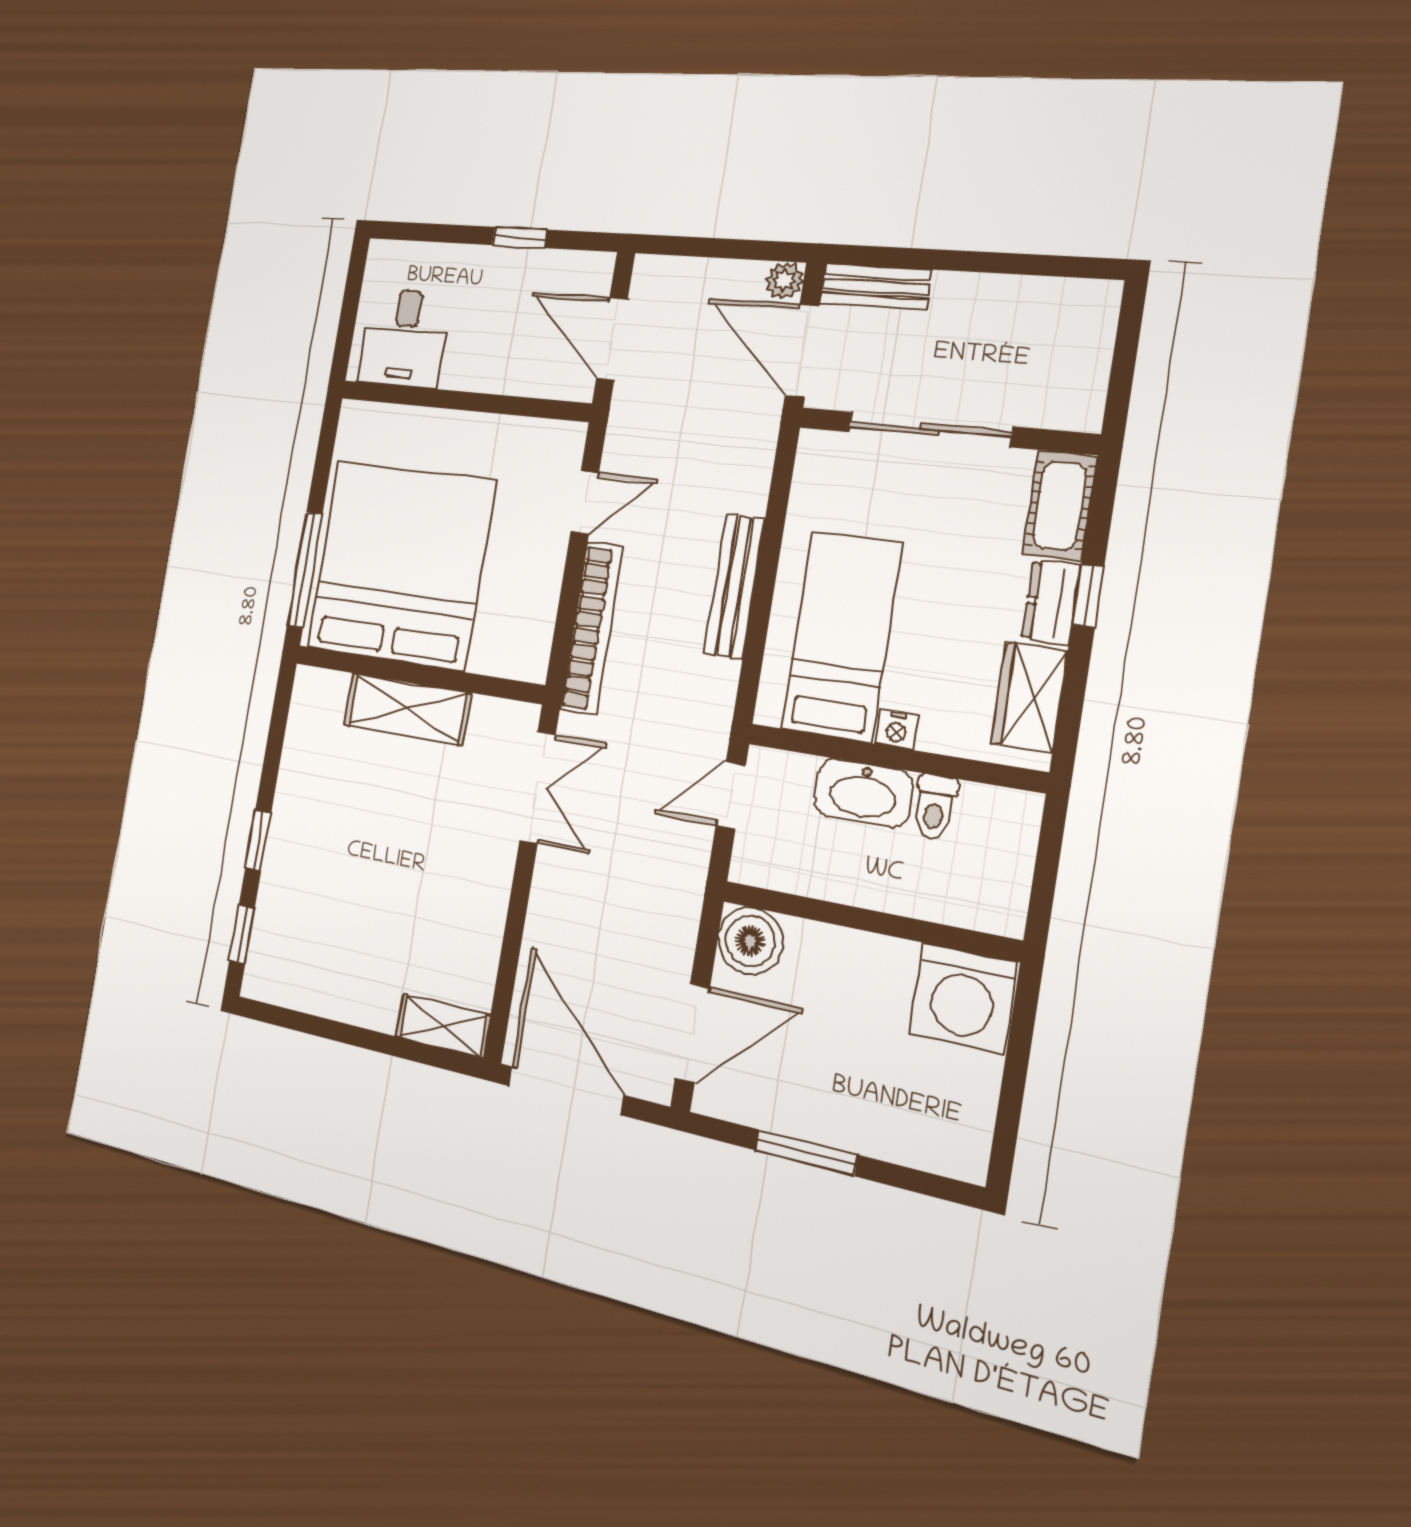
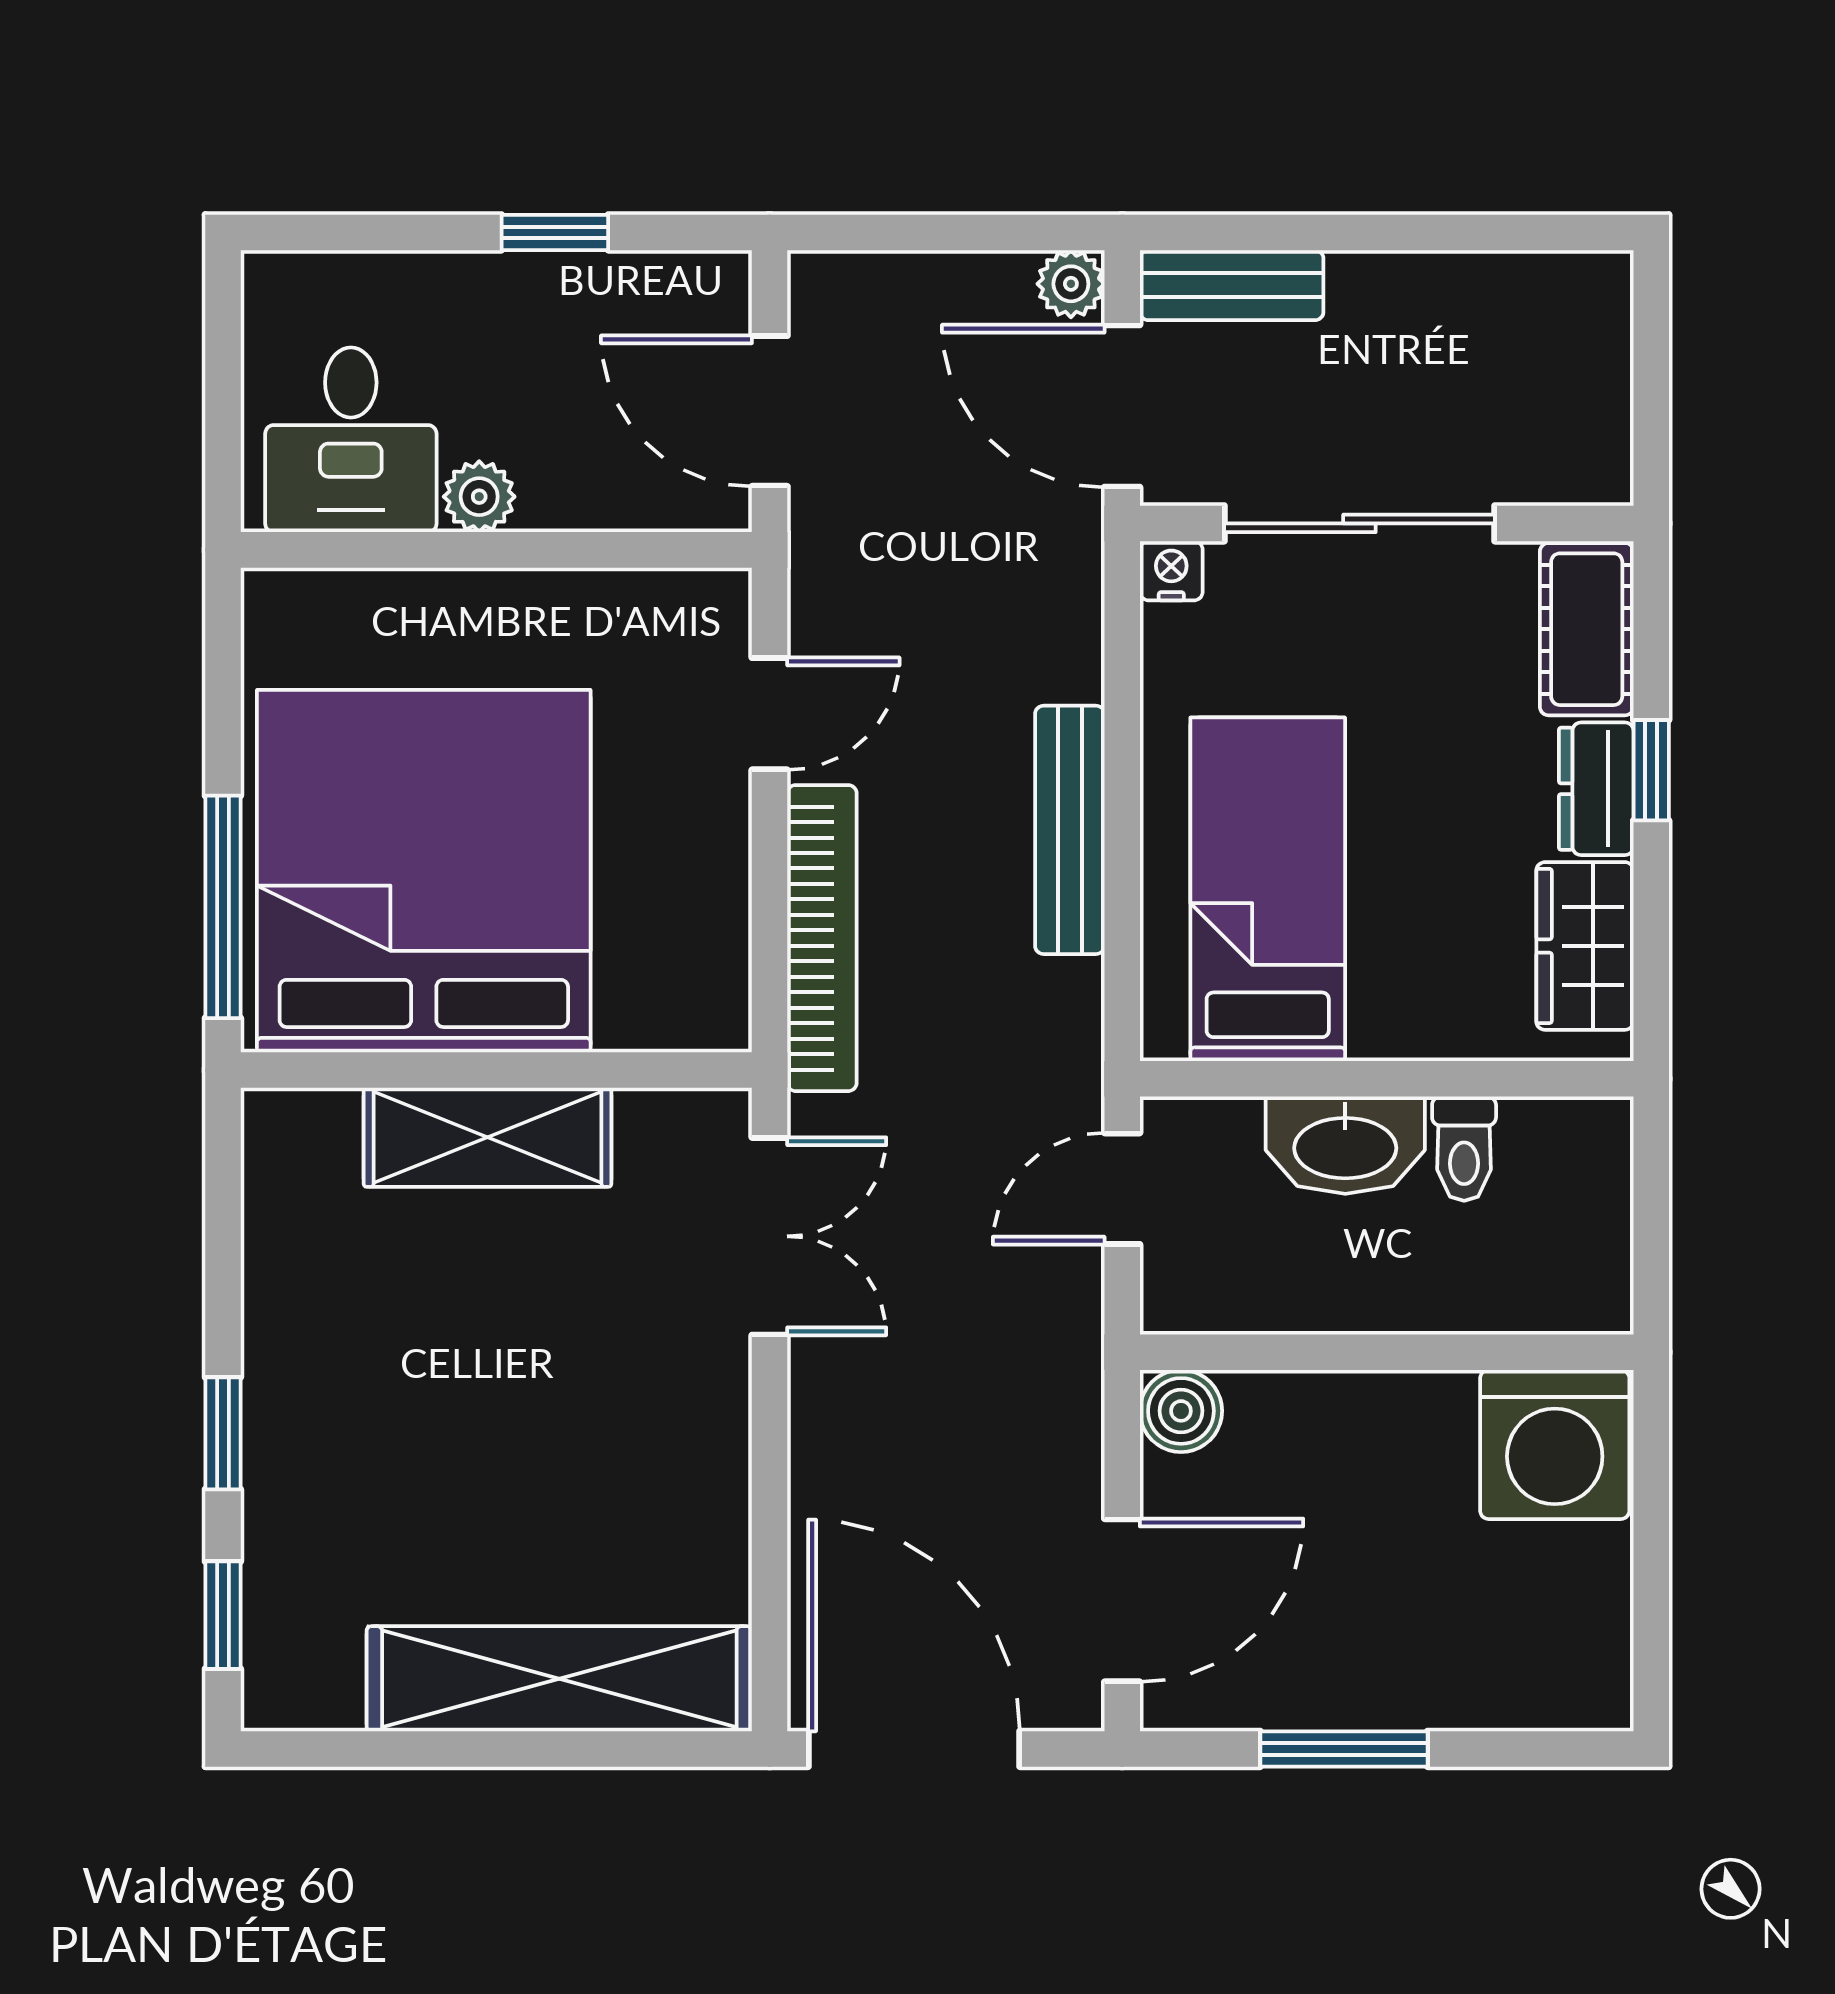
plant: (460, 372) -> (479, 497), added
nightstand: (897, 729) -> (1171, 571), moved, turned 180
boiler: (750, 941) -> (1181, 1411), width x0.73, depth x0.73
shelving: (443, 1026) -> (559, 1679), width x2.20, depth x1.33

